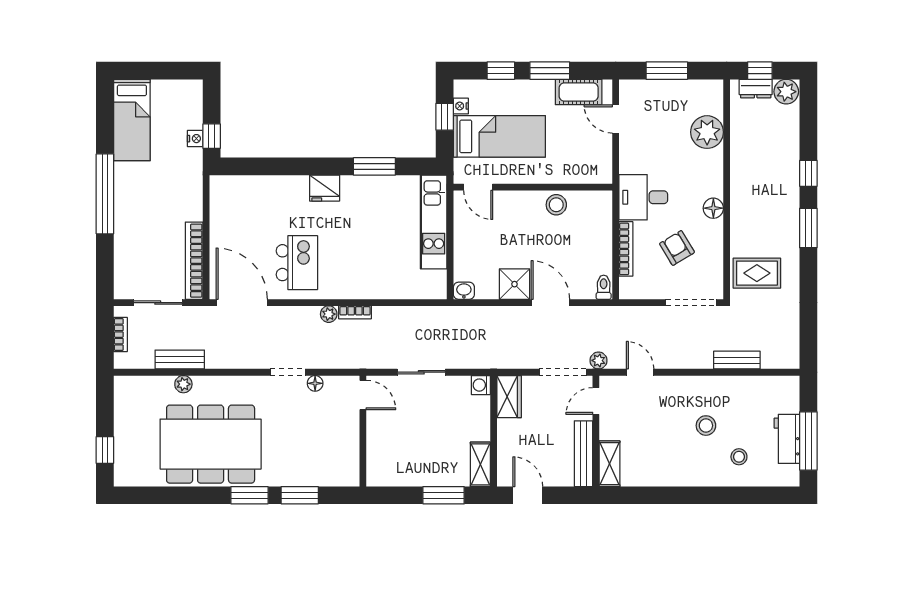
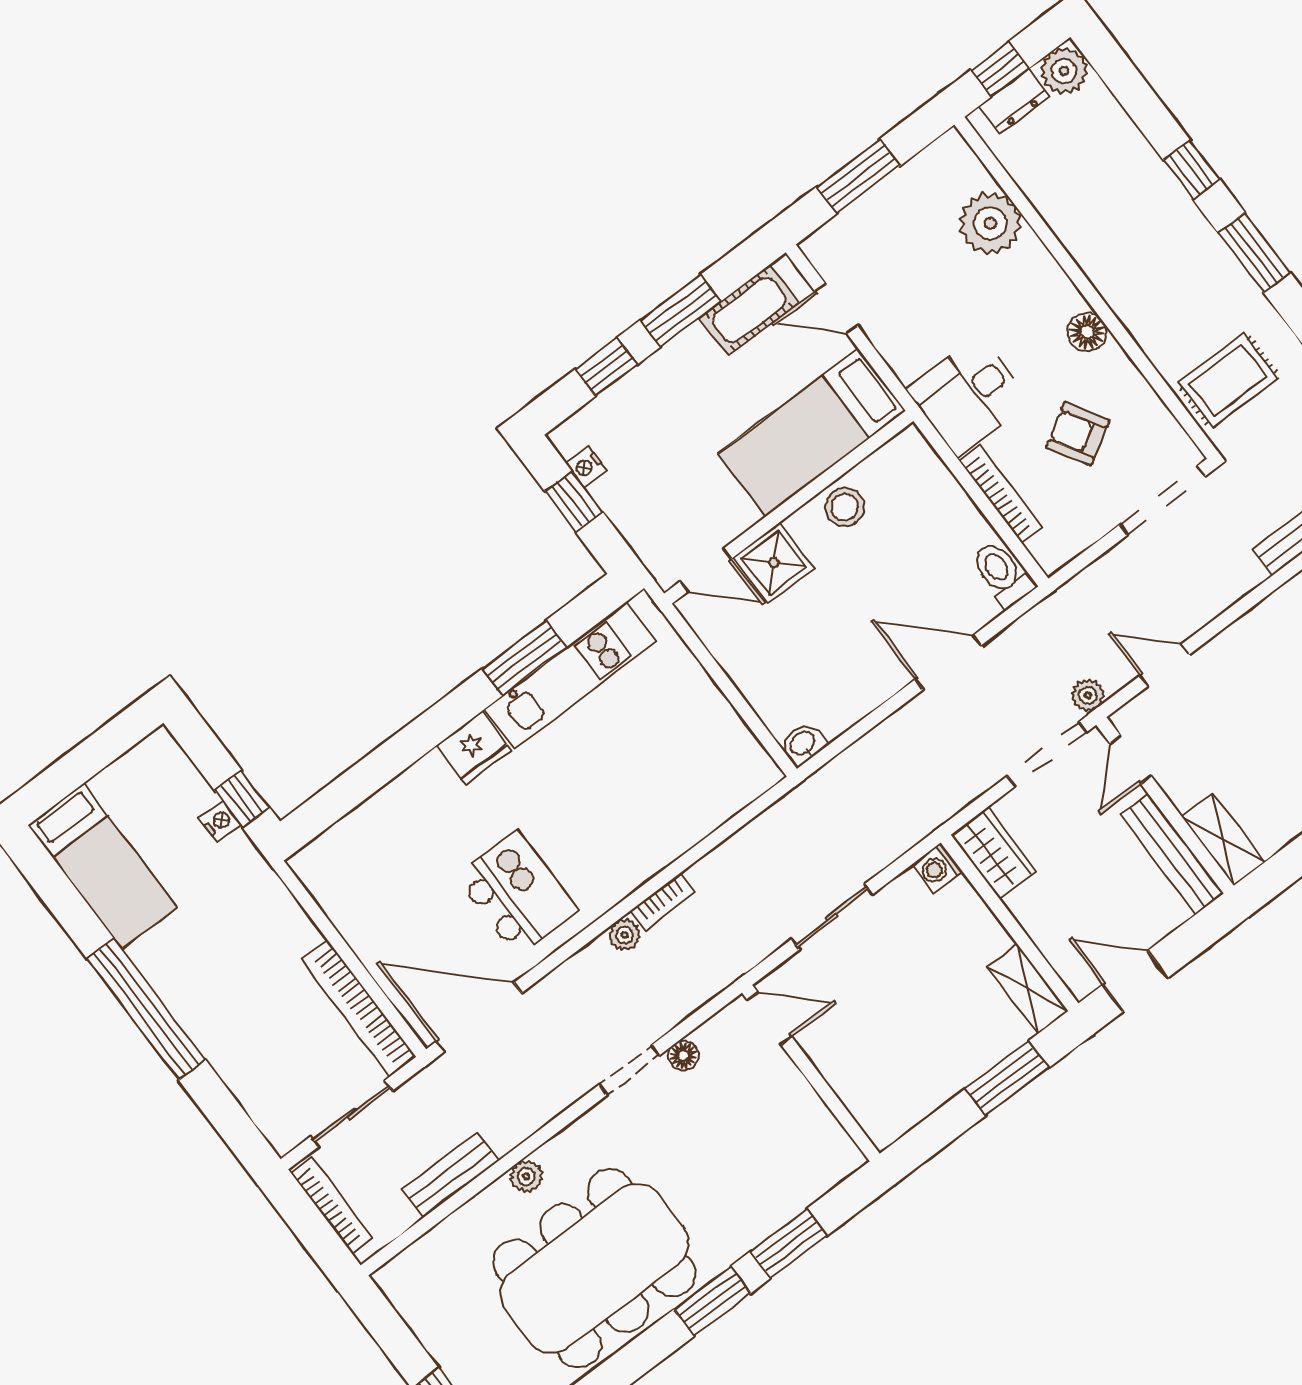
bed: (499, 136) -> (812, 432), moved, turned 180
kitchen unit: (434, 222) -> (570, 675), moved, turned -90
shower: (514, 284) -> (774, 563), moved
toilet: (604, 287) -> (1002, 574), width x1.37, depth x1.39
bookcase: (120, 335) -> (331, 1205), width x1.56
plant: (183, 384) -> (526, 1176), moved

